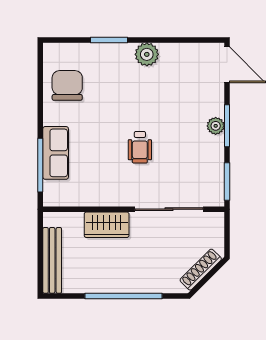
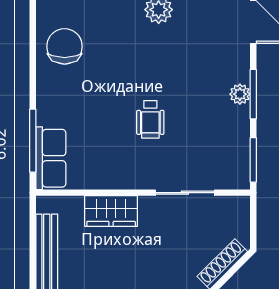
row of seats: (56, 153) -> (51, 158), moved
sliding door: (169, 209) -> (185, 193), width x0.73

